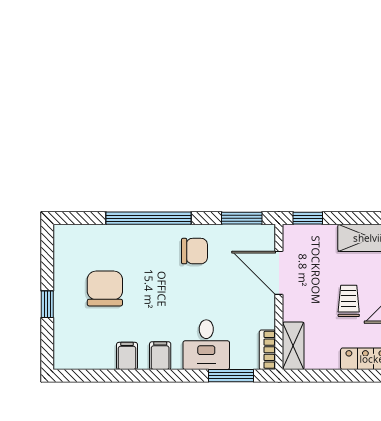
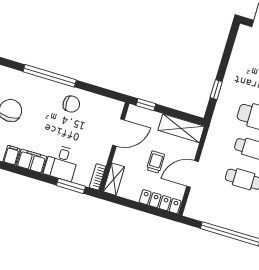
window: (242, 218) -> (106, 93), removed
door: (279, 273) -> (118, 132), swing flipped
filing cabinet: (160, 356) -> (32, 161), width x2.00

